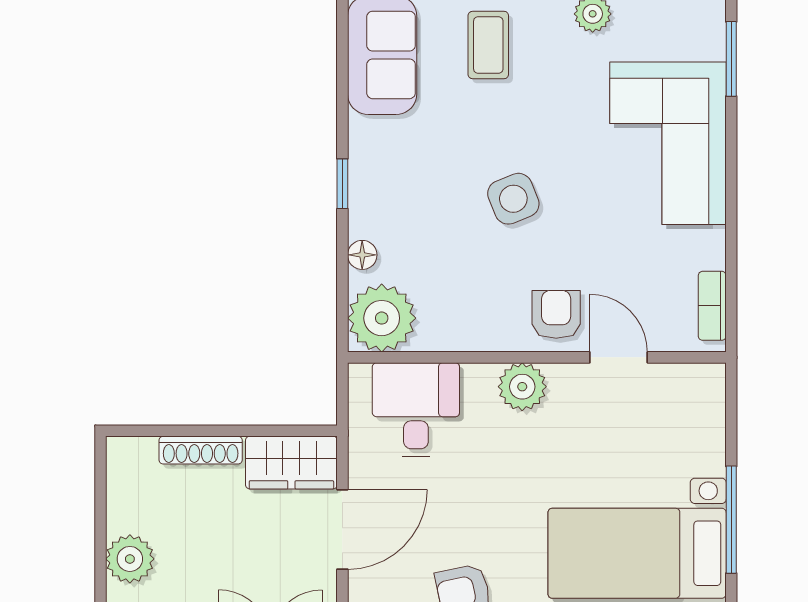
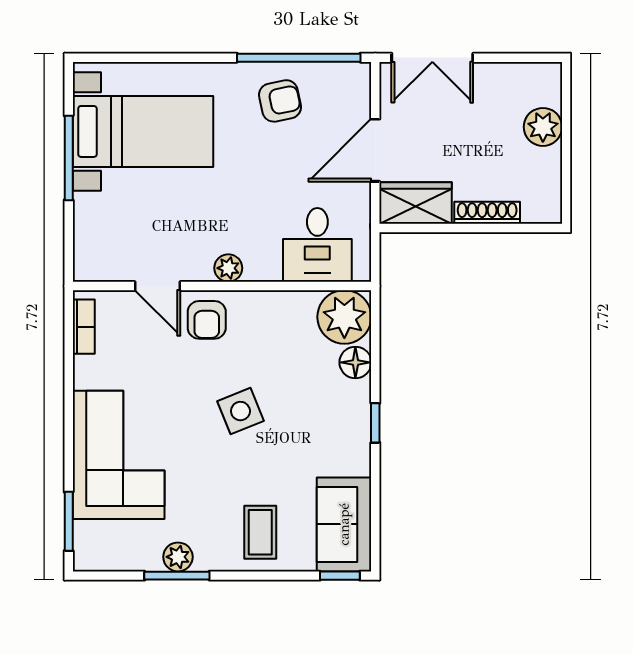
floor lamp: (362, 255) -> (355, 362), width x1.37, depth x1.37
plant: (522, 387) -> (228, 268), width x0.73, depth x0.73

